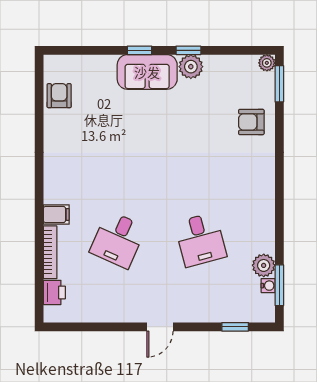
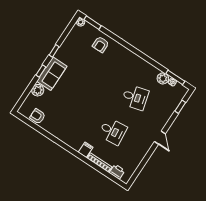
plant: (191, 67) -> (38, 90), moved
desk: (118, 240) -> (113, 131), turned -30

